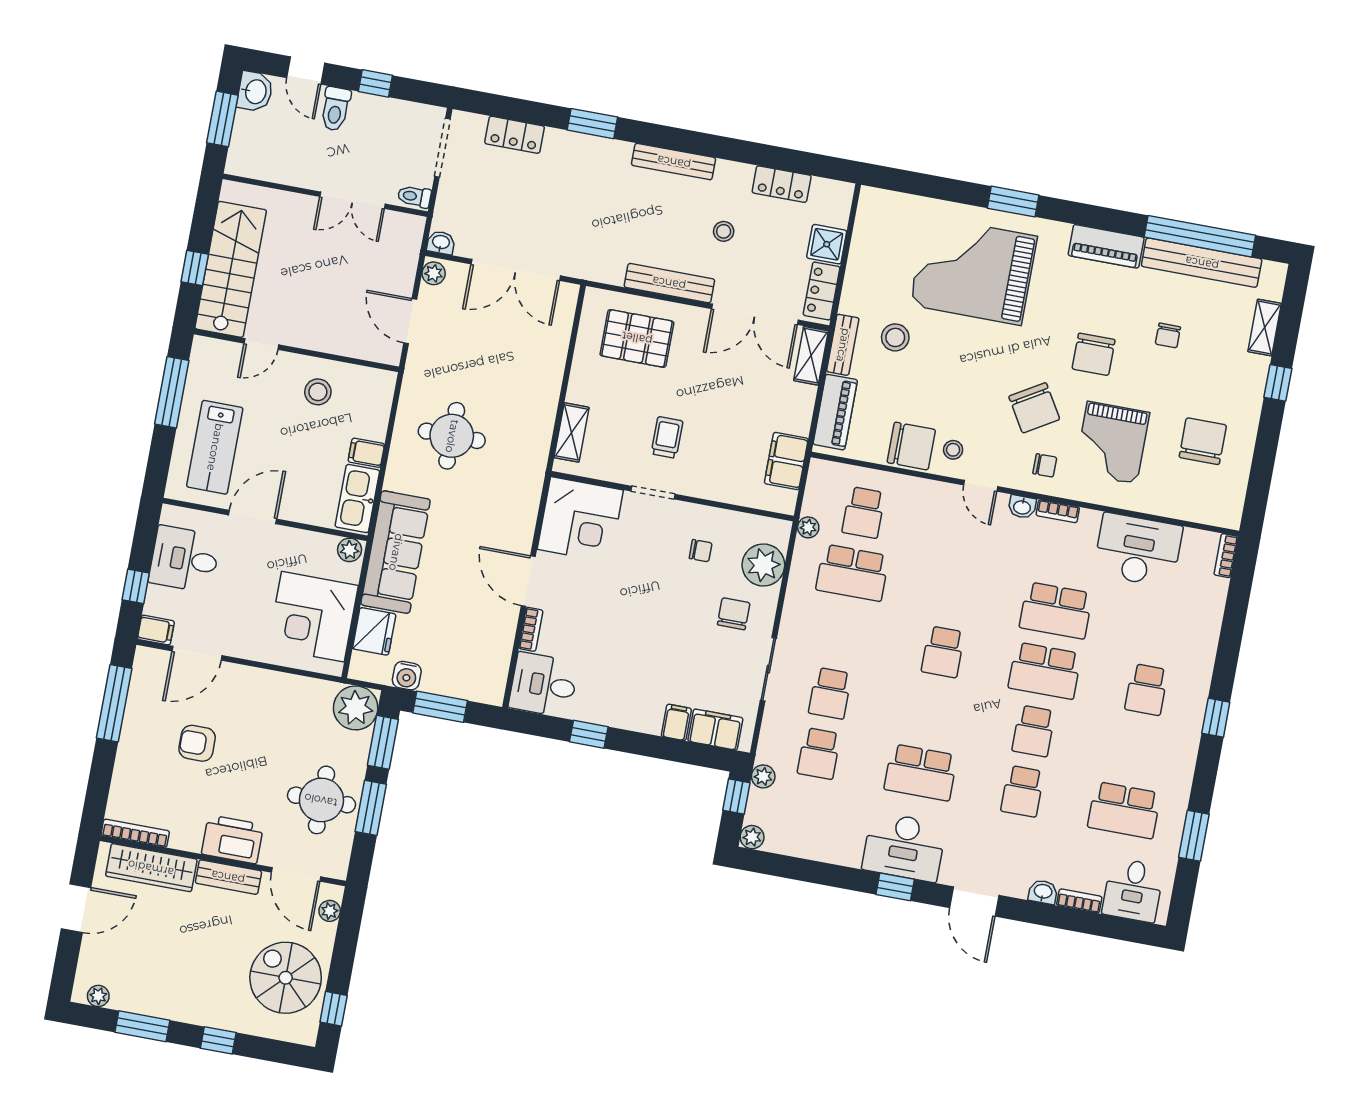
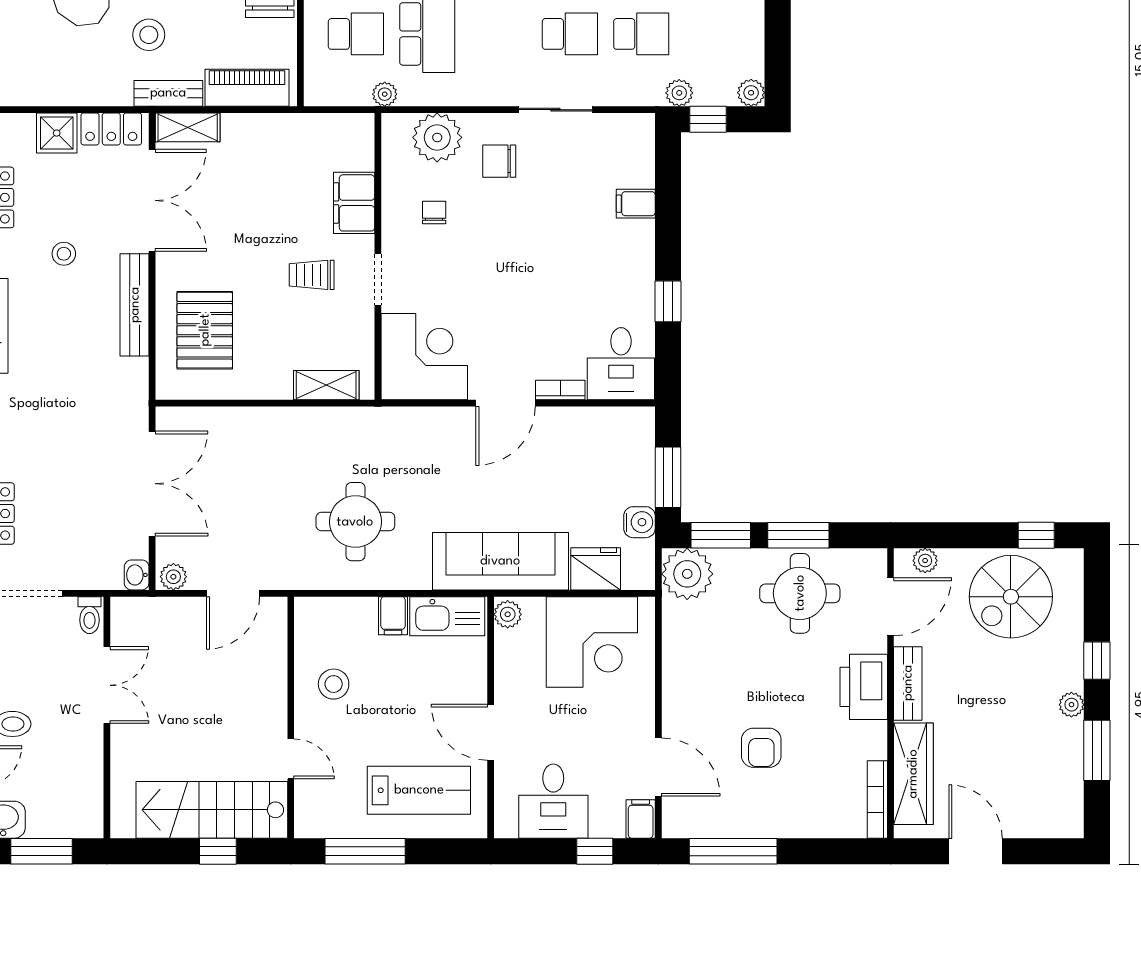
filing cabinet: (786, 461) -> (354, 203), moved, turned 90
filing cabinet: (715, 730) -> (636, 157), removed
plant: (98, 996) -> (1071, 705), moved

